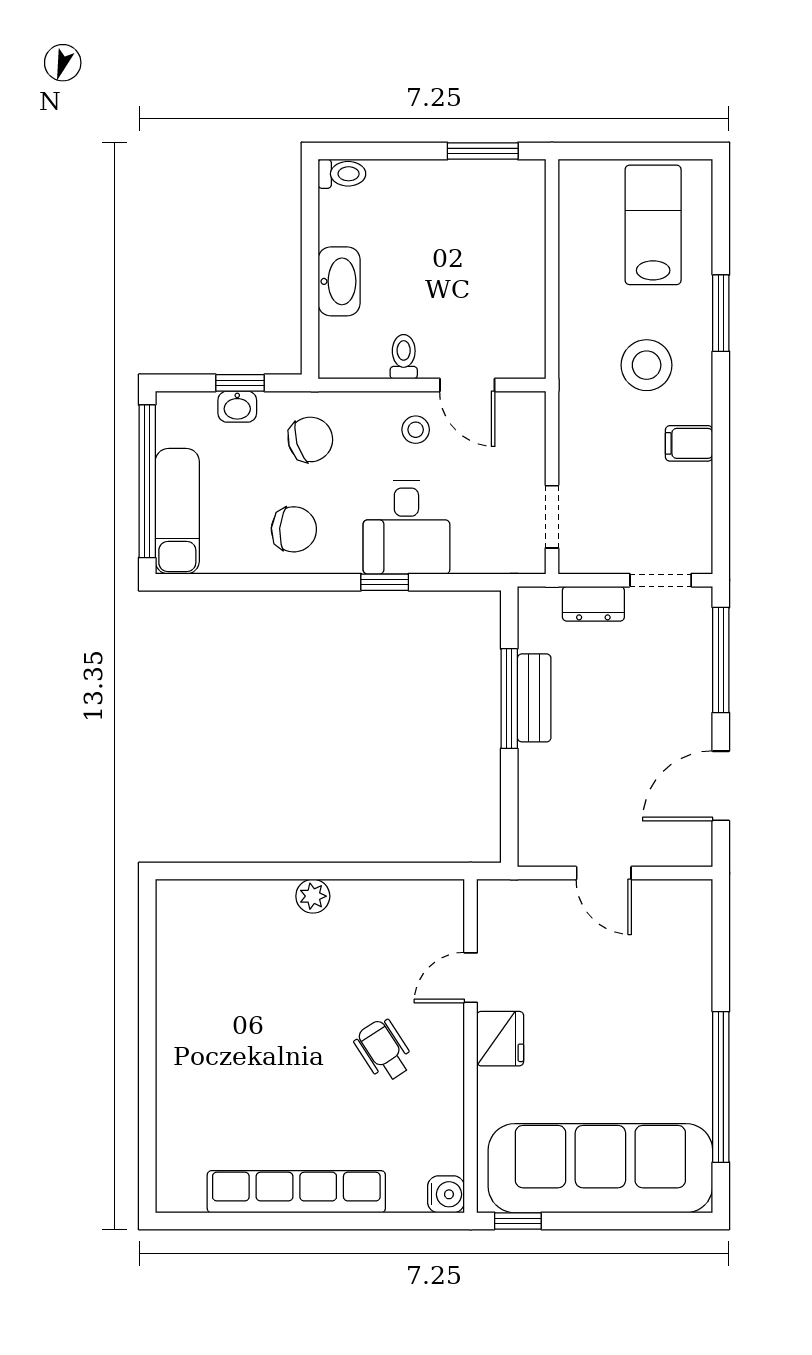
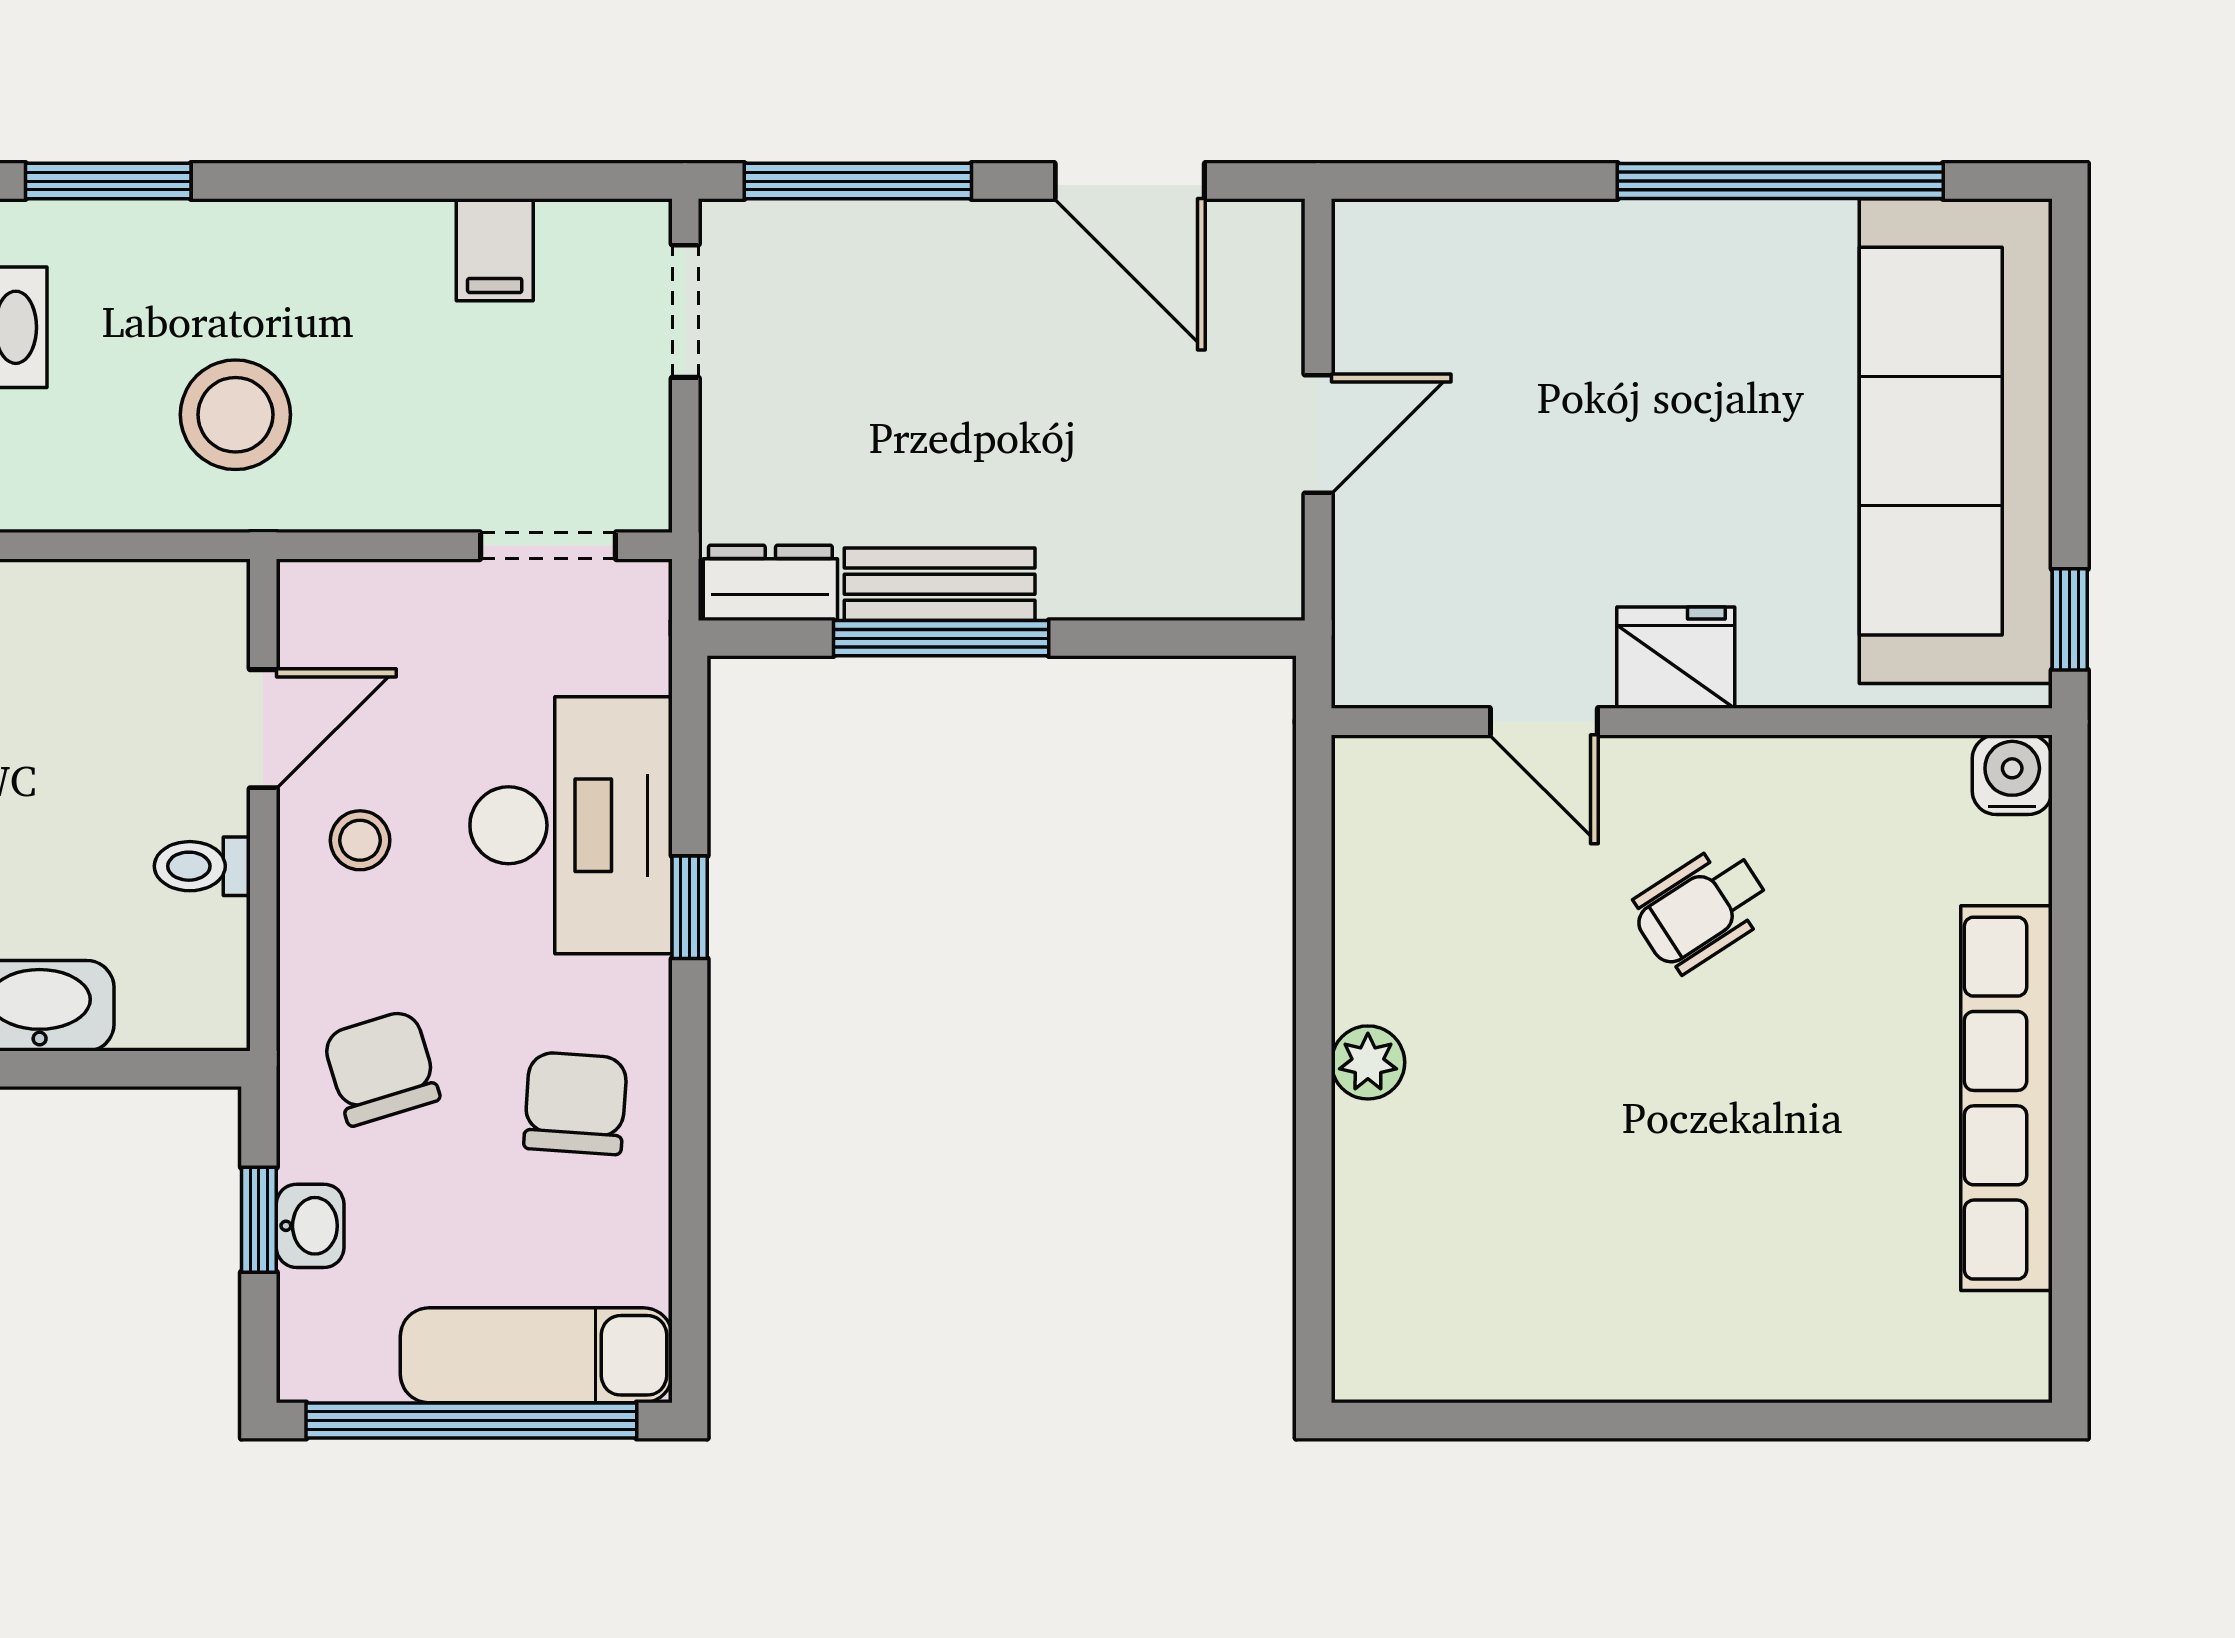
stool: (647, 365) -> (235, 415), moved
filing cabinet: (689, 443) -> (495, 250), moved
desk: (406, 527) -> (571, 825), width x1.37
dresser: (593, 604) -> (770, 583), moved, turned -90

